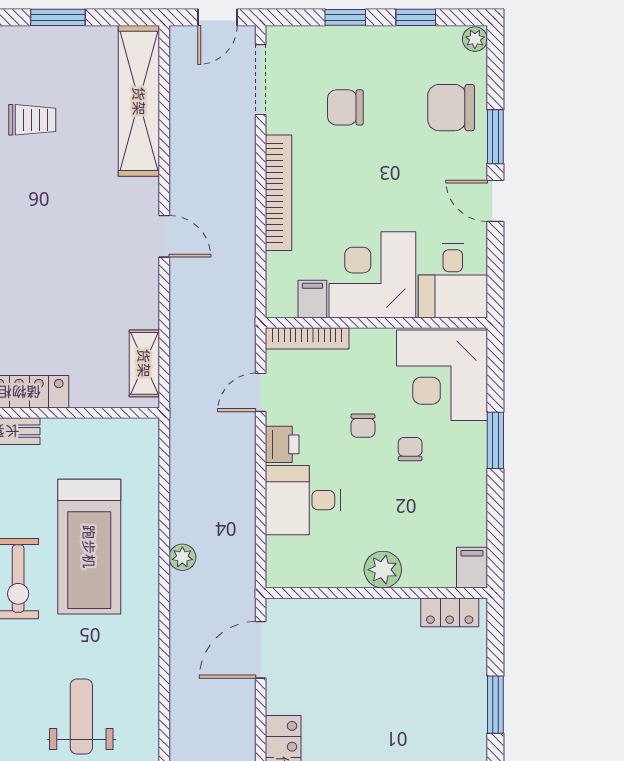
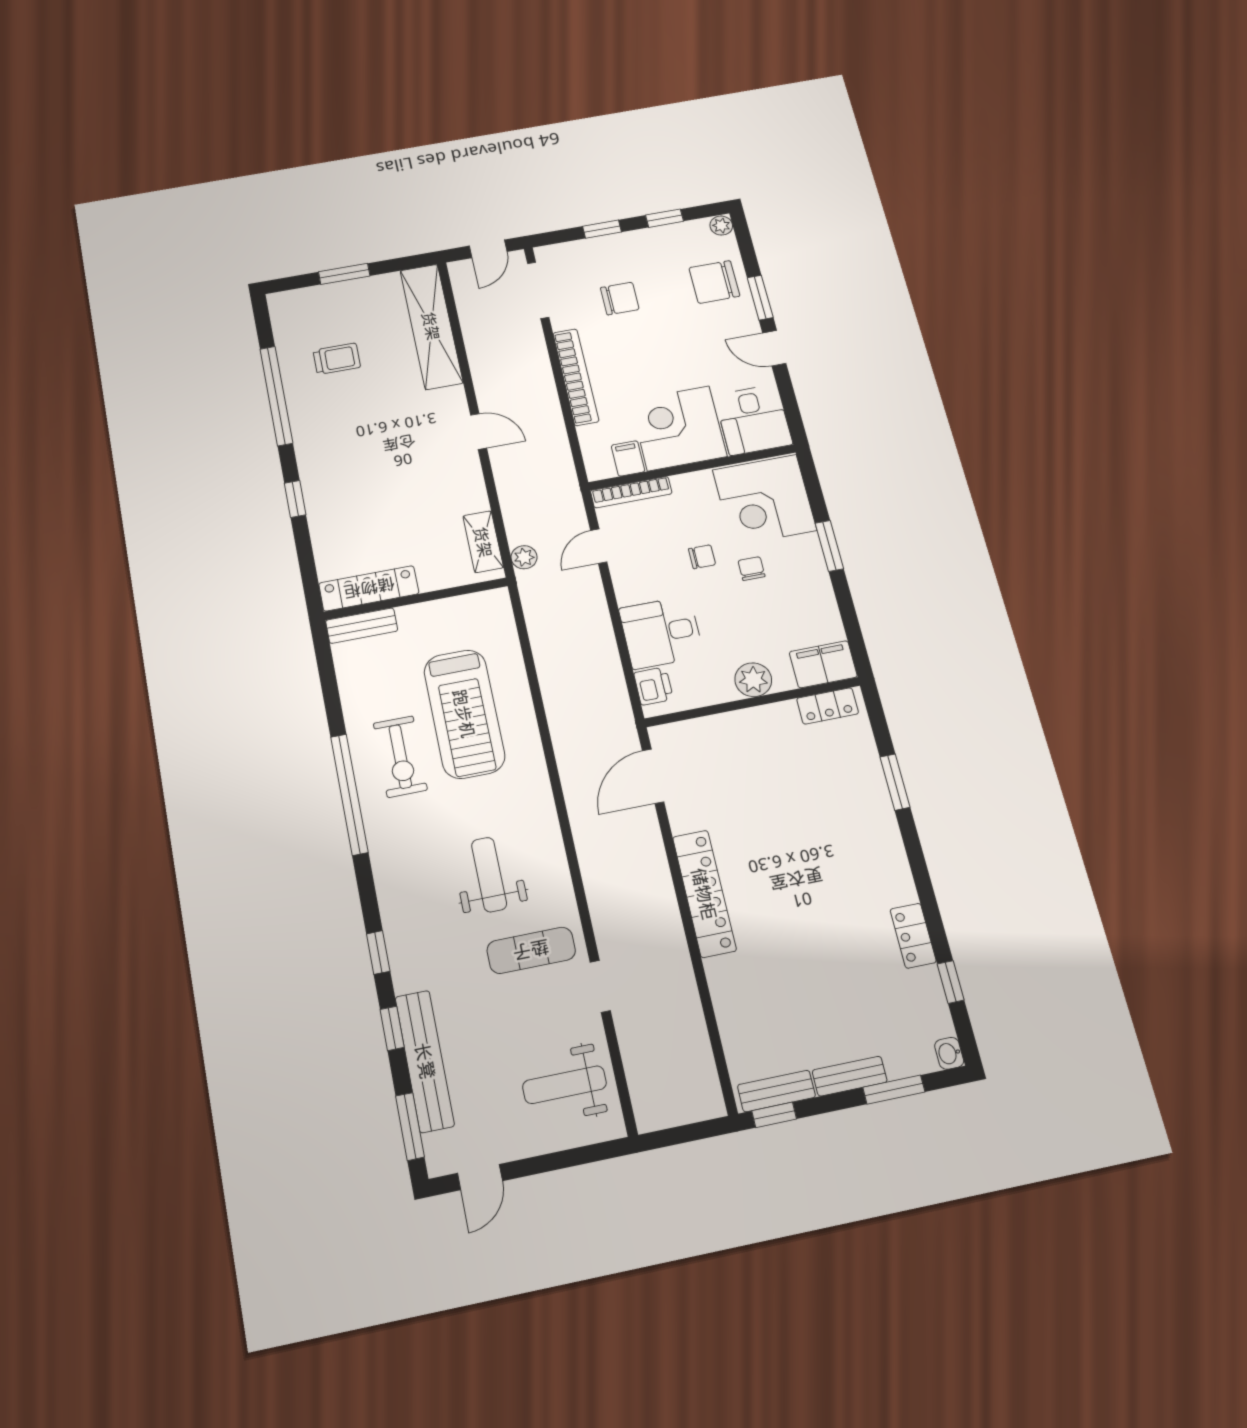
chair: (345, 107) -> (620, 299), turned 180
chair: (363, 426) -> (702, 557), turned -90
printer: (282, 444) -> (653, 686), moved
plant: (182, 557) -> (524, 557), moved
filing cabinet: (472, 568) -> (823, 664), width x2.00

